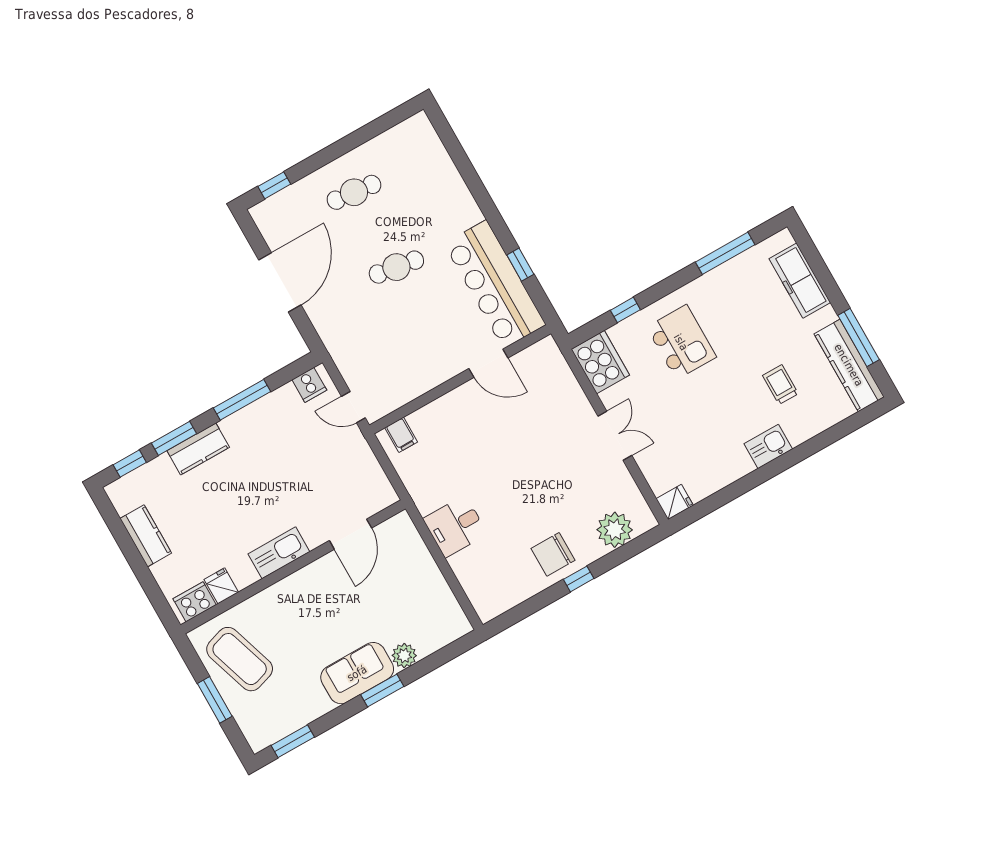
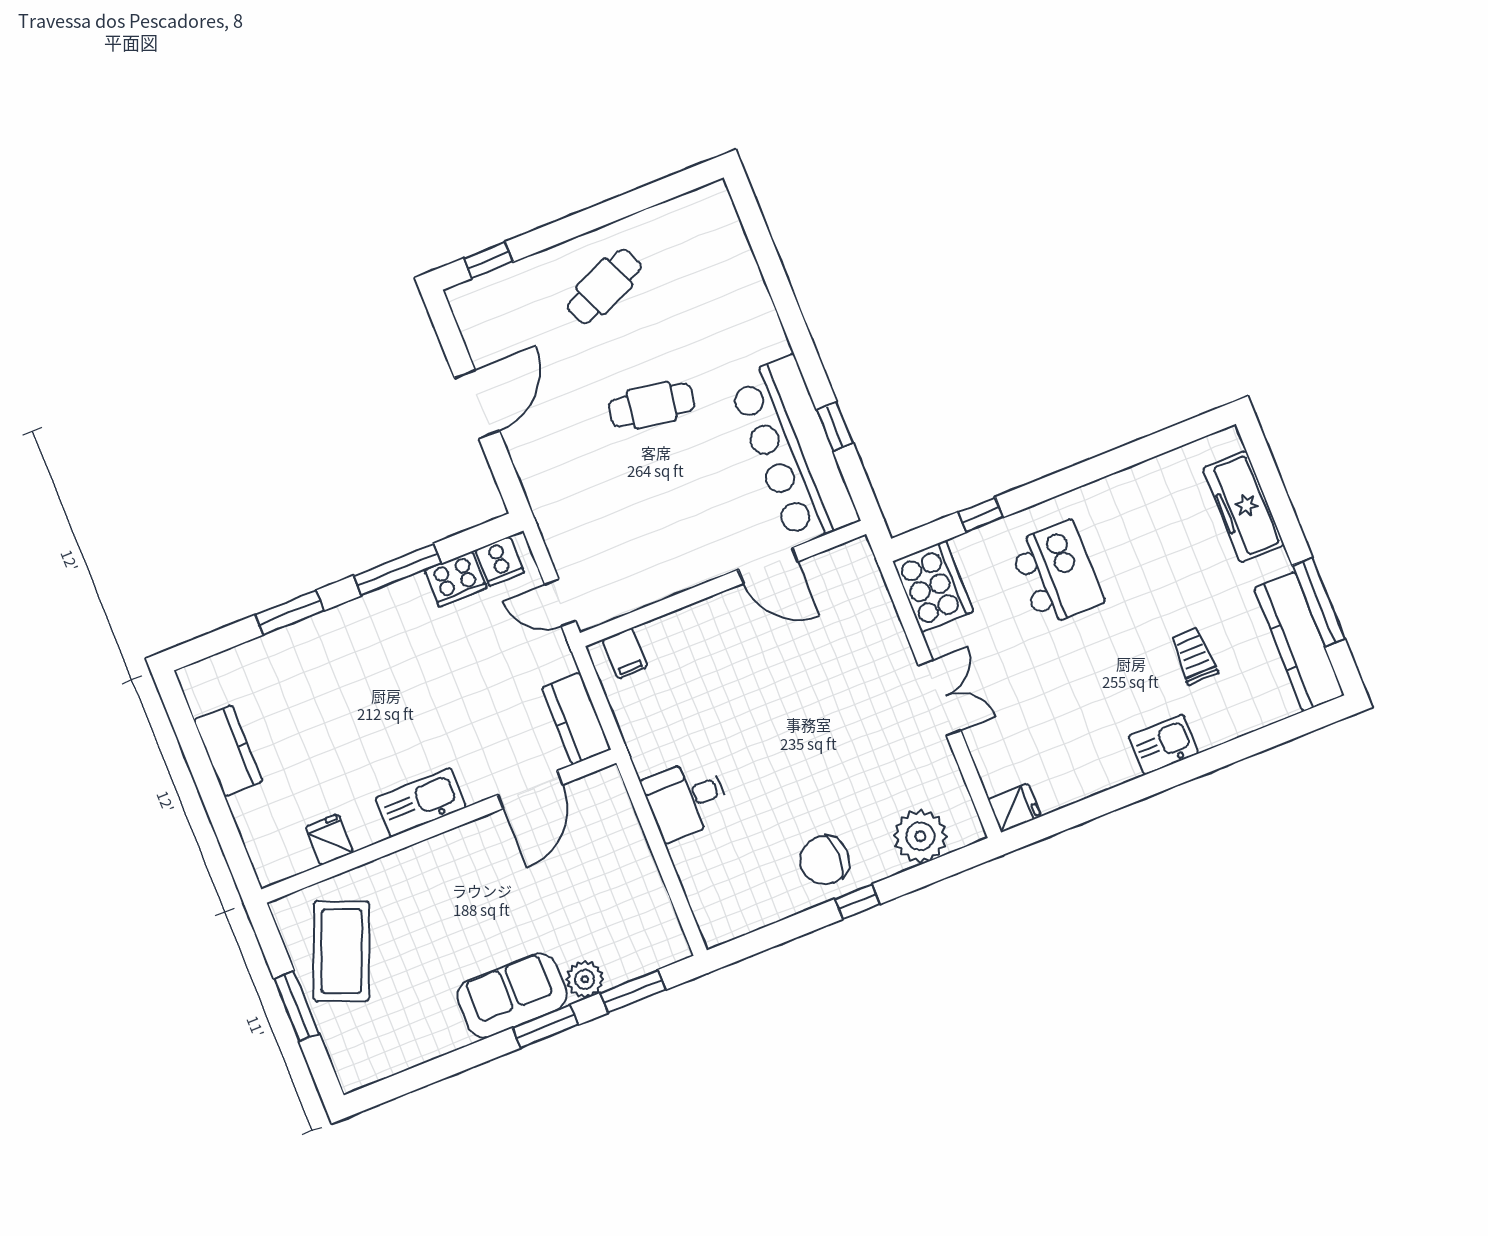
cafe table: (354, 192) -> (604, 286), turned -30
window: (725, 253) -> (1139, 451), removed
door: (280, 282) -> (477, 404), width x0.73
kitchen counter: (198, 449) -> (576, 719), moved, turned 90
window: (130, 464) -> (219, 641), removed
cooker: (195, 602) -> (456, 579), moved, turned 180
coffee table: (240, 659) -> (341, 951), turned 40
window: (293, 741) -> (633, 991), moved

